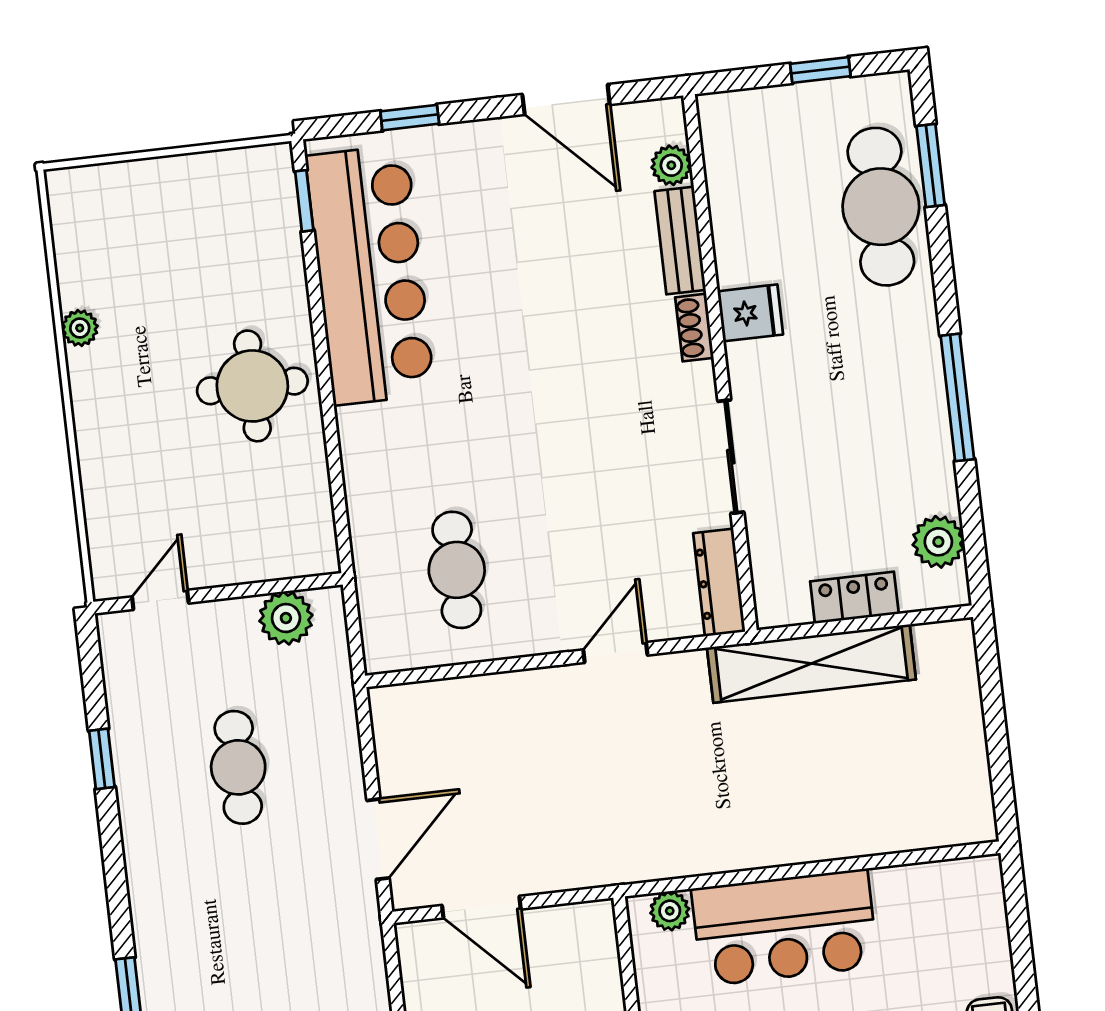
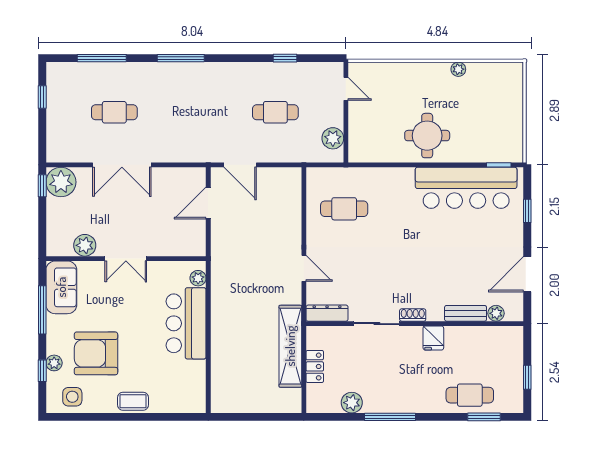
cafe table: (881, 207) -> (470, 395), width x0.73, depth x0.74
shoe rack: (694, 328) -> (413, 315), moved
plant: (938, 542) -> (352, 403), moved

